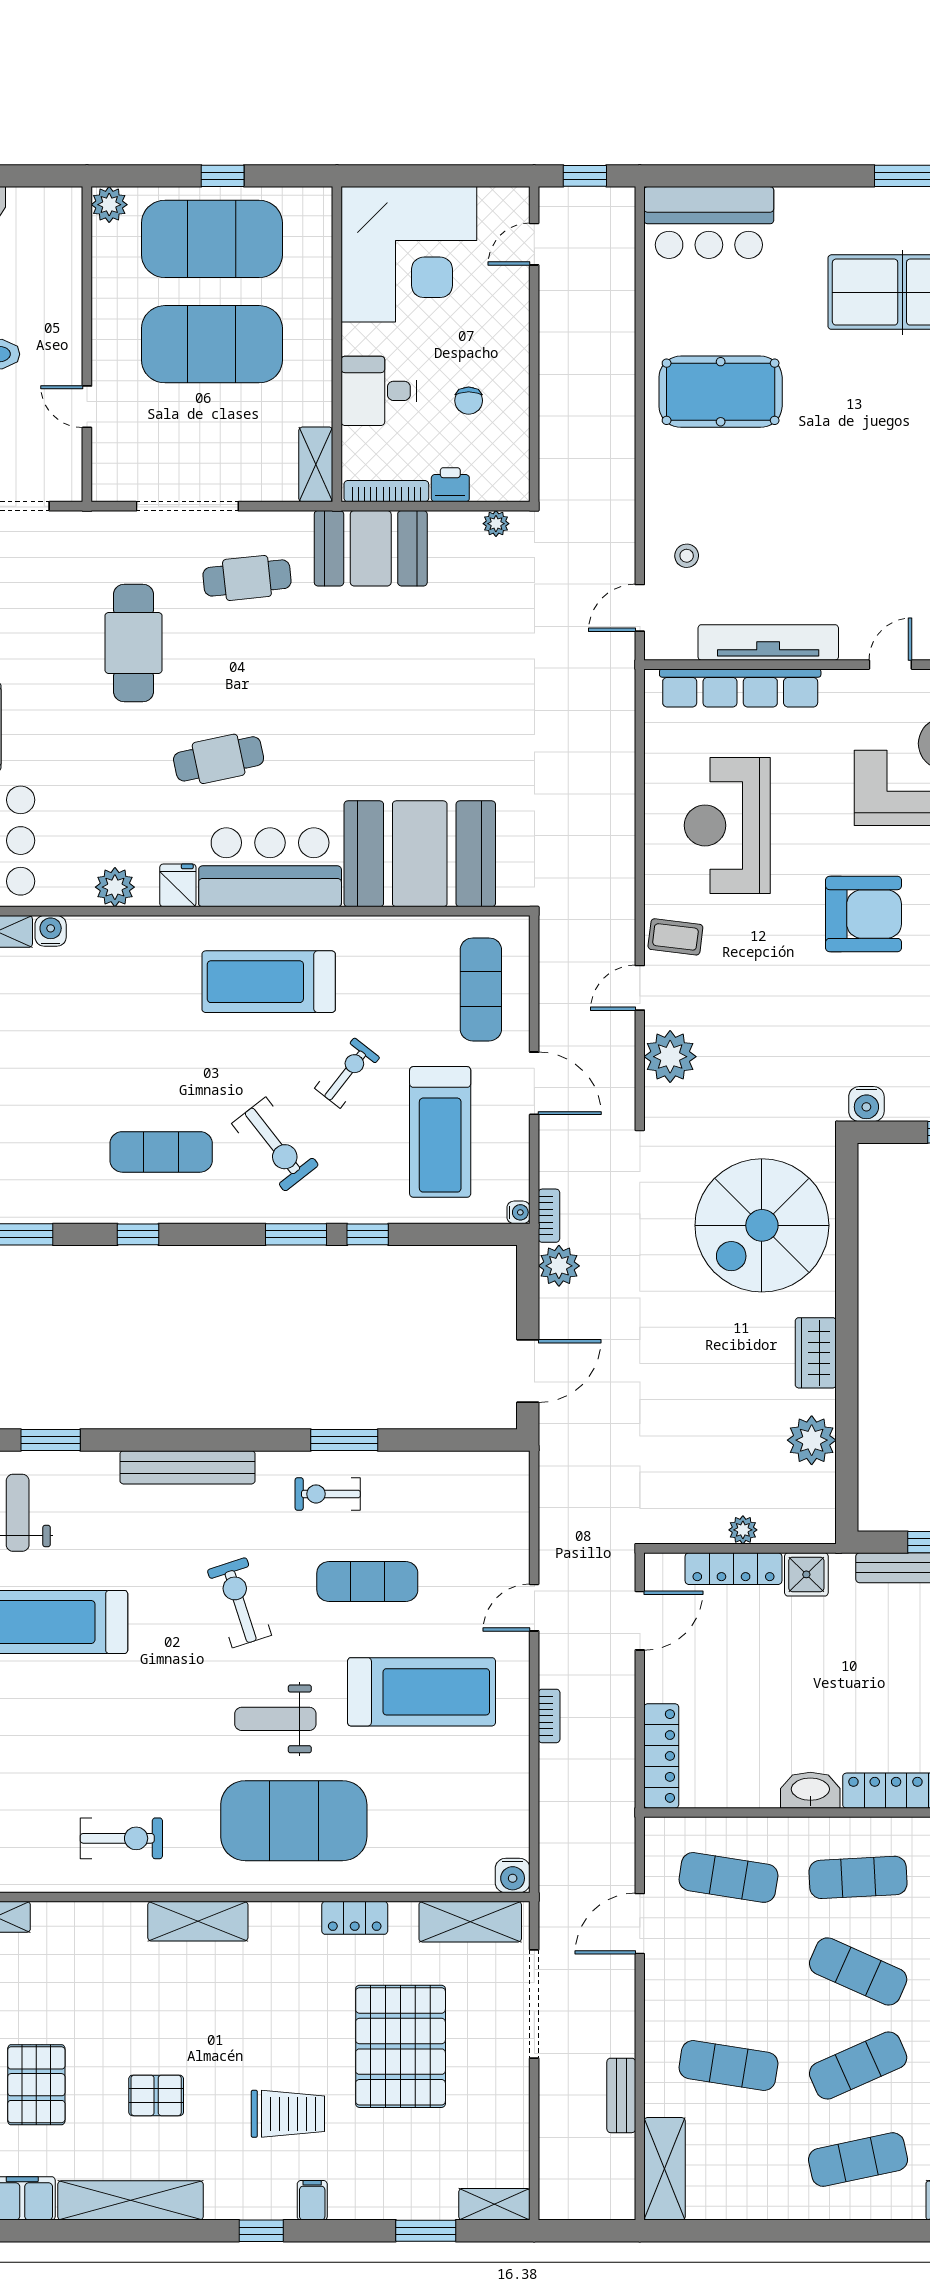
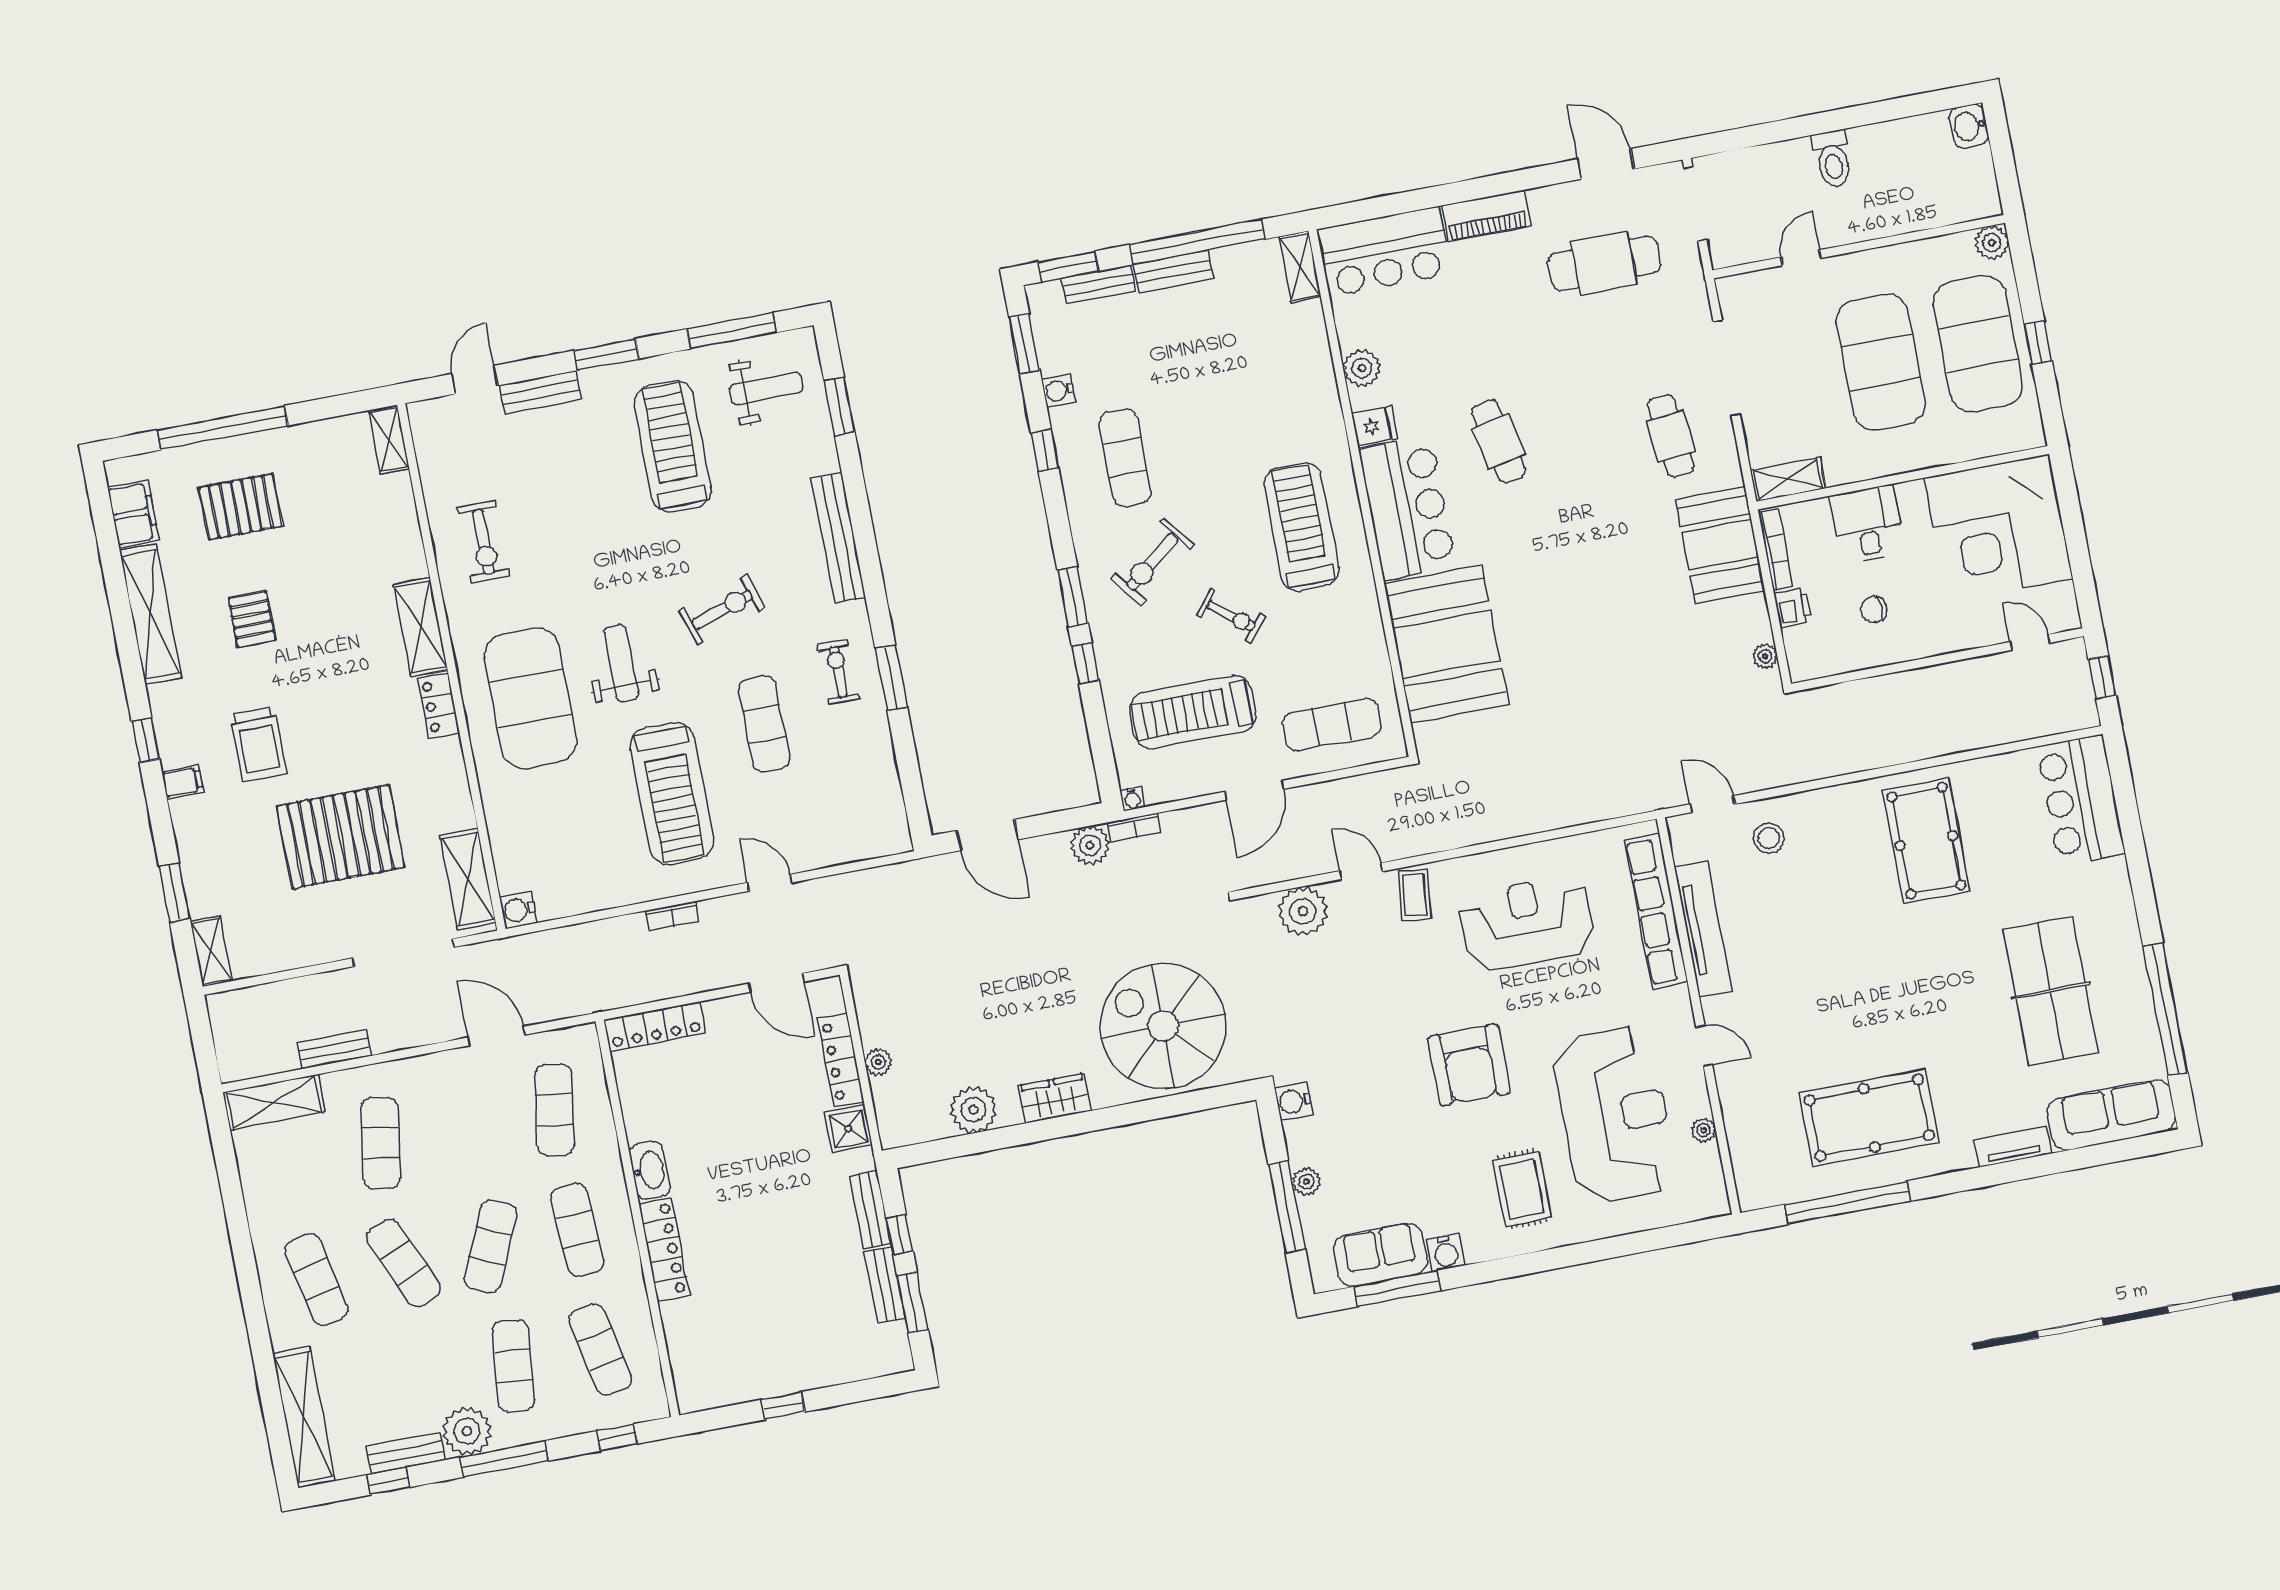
stool: (687, 556) -> (1769, 838), width x1.37, depth x1.37
cafe table: (133, 643) -> (1604, 263), moved
water cooler: (51, 931) -> (1058, 391), moved, turned 180
locker: (355, 1918) -> (439, 706), moved

